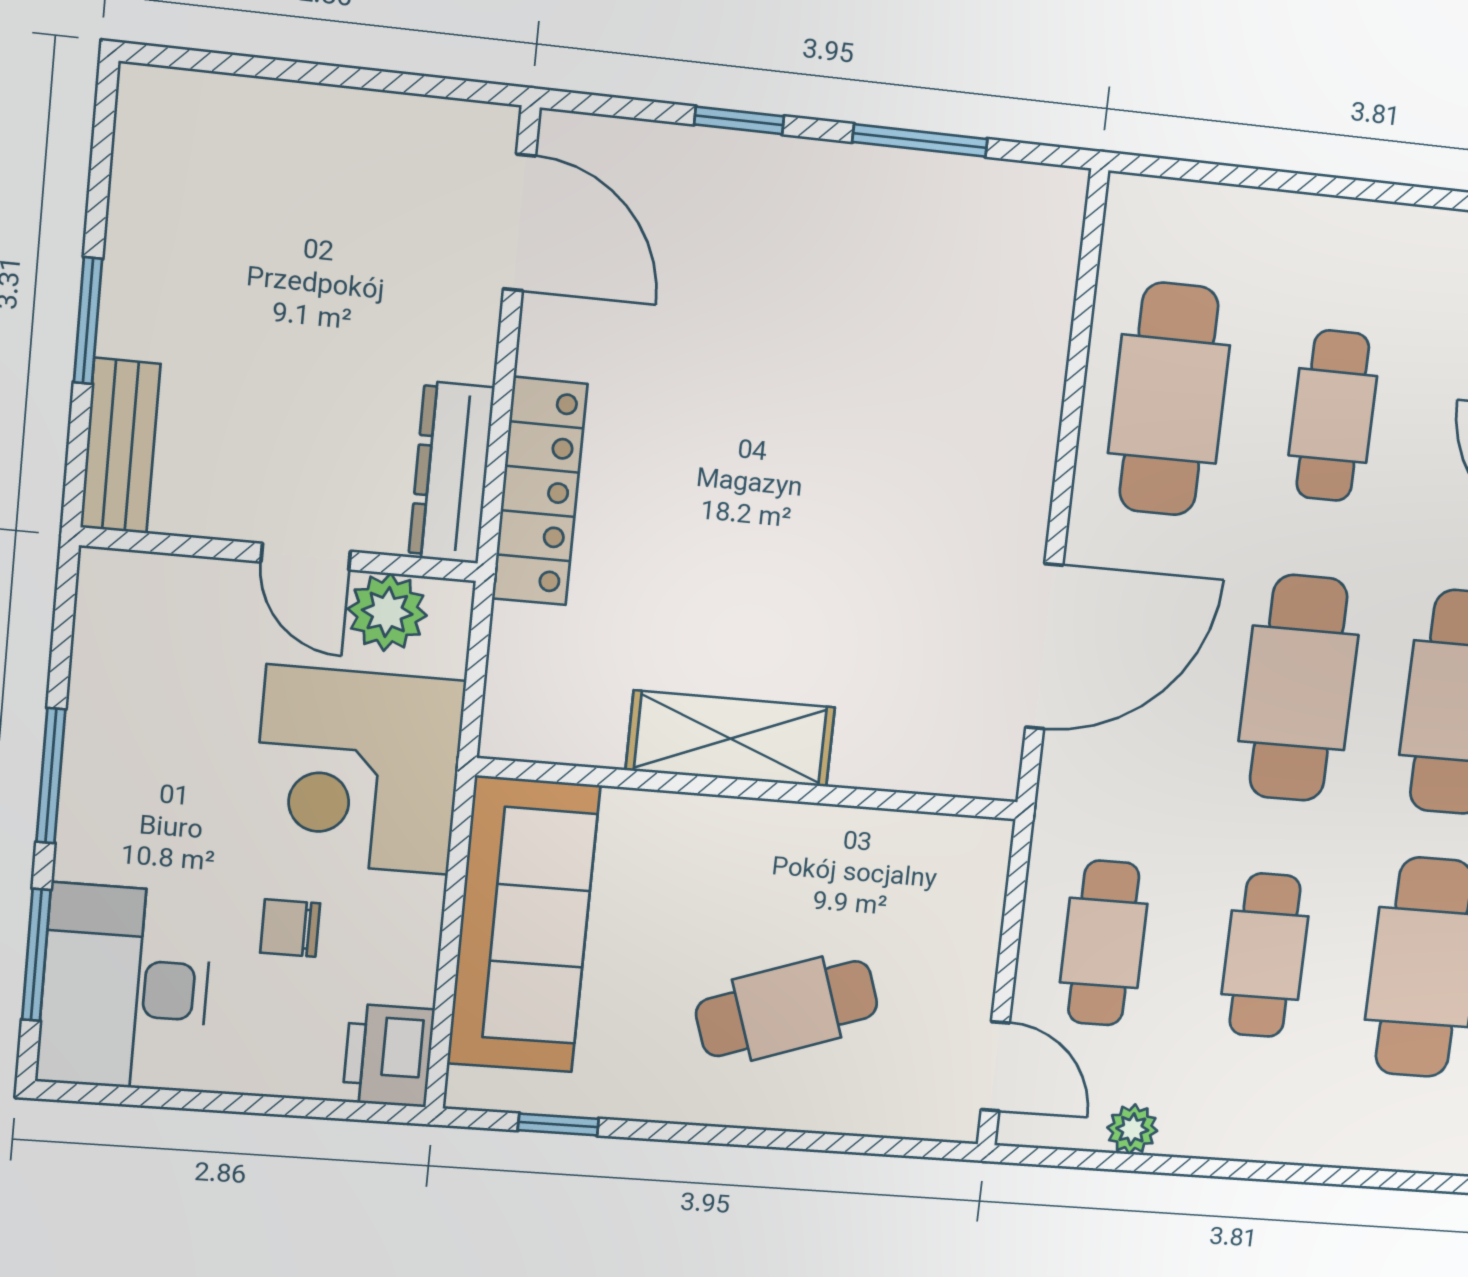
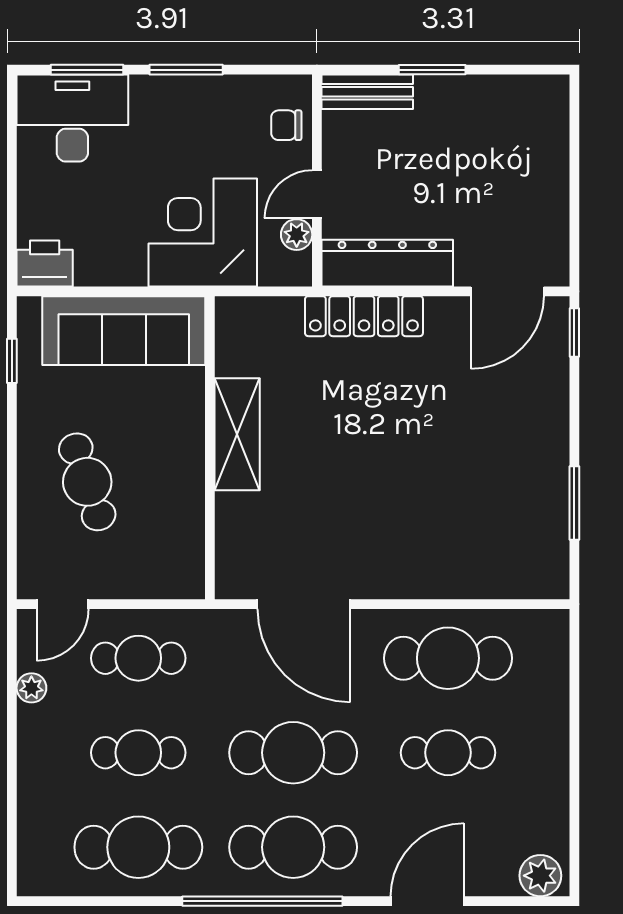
window: (739, 120) -> (574, 333), moved
dresser: (451, 472) -> (387, 263), width x1.37, depth x1.24
plant: (387, 612) -> (297, 235), width x0.73, depth x0.73
chair: (290, 928) -> (286, 125), moved, turned -90

